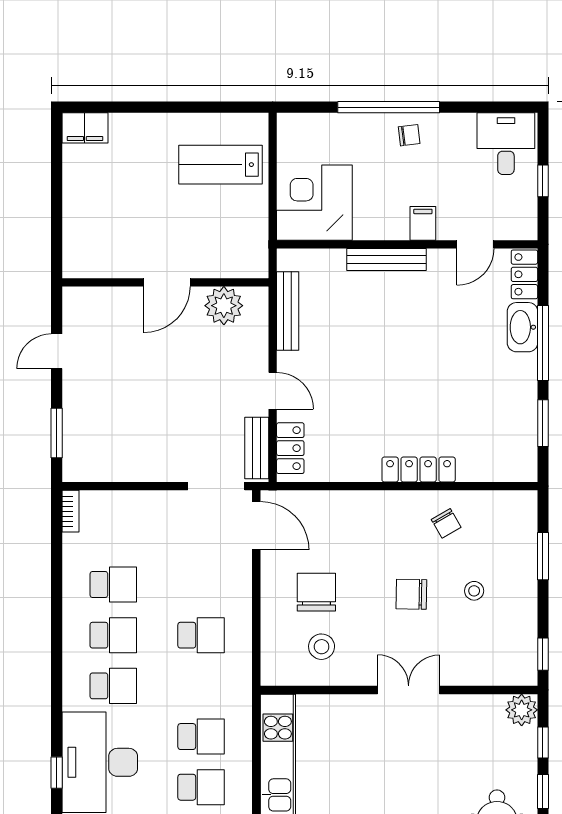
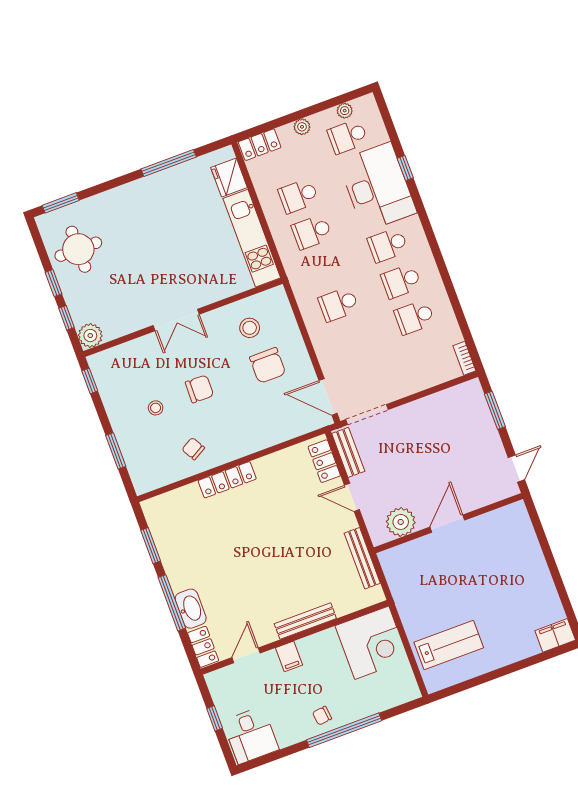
wall: (165, 282) -> (448, 523), moved
door: (167, 282) -> (447, 524), moved
plant: (224, 306) -> (401, 522), moved

